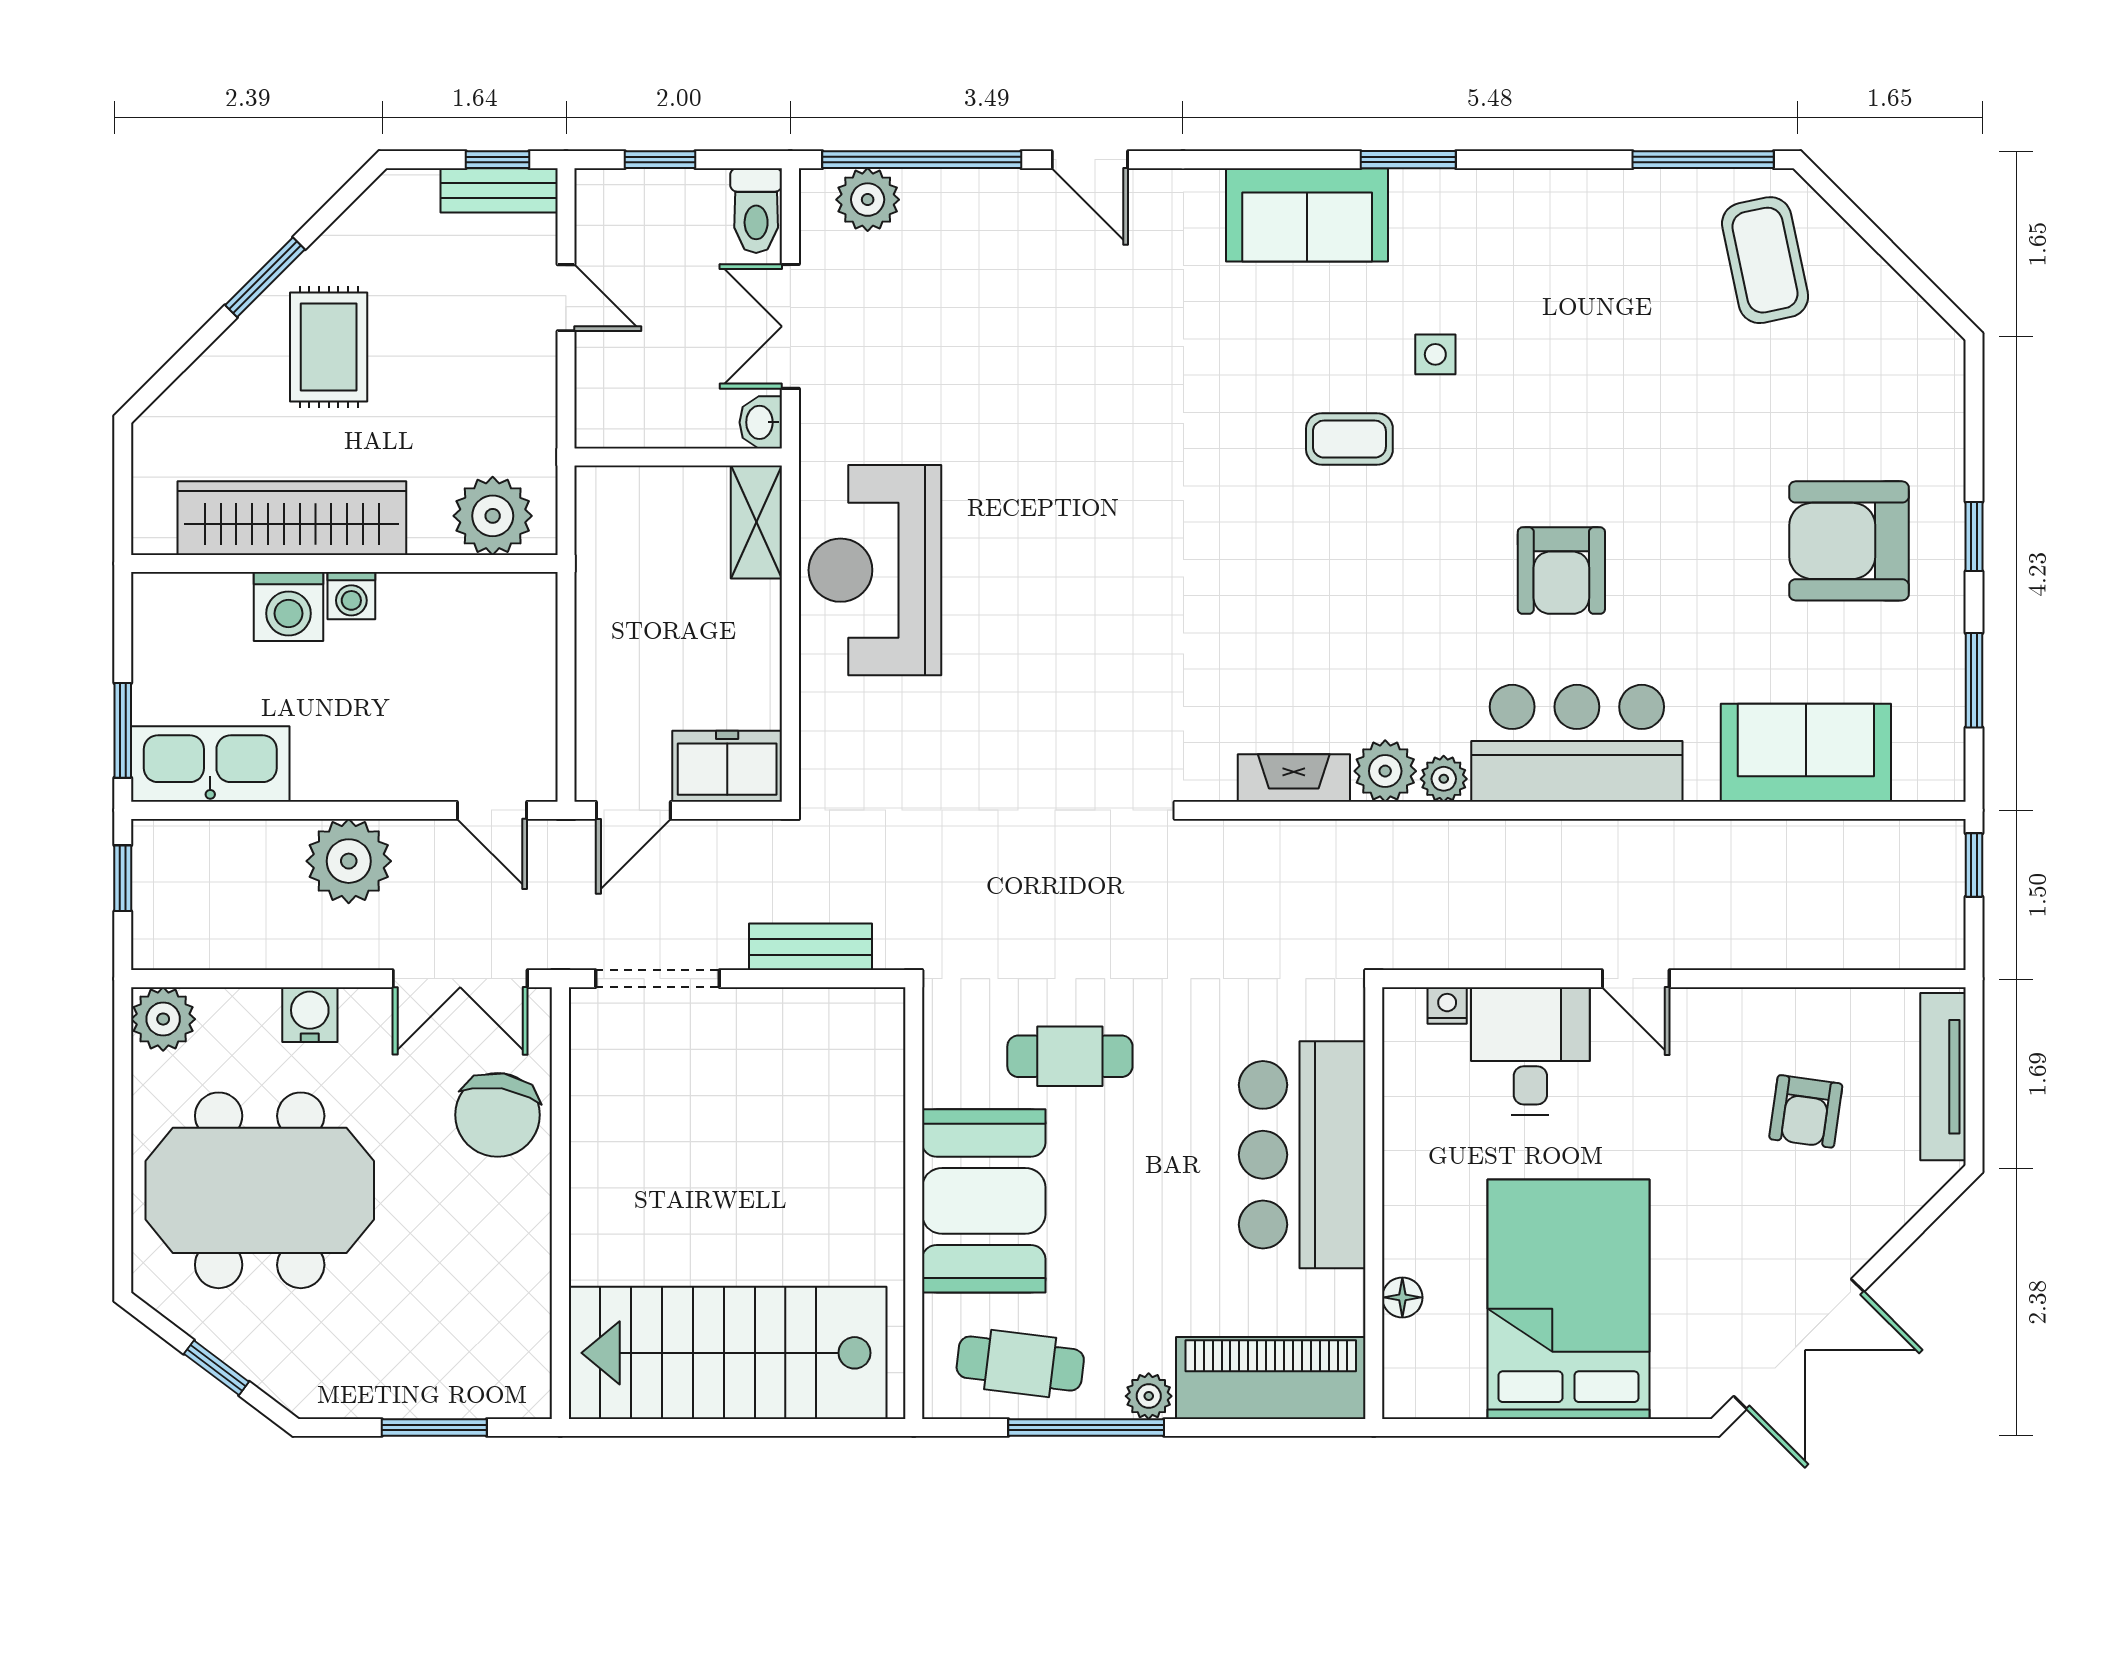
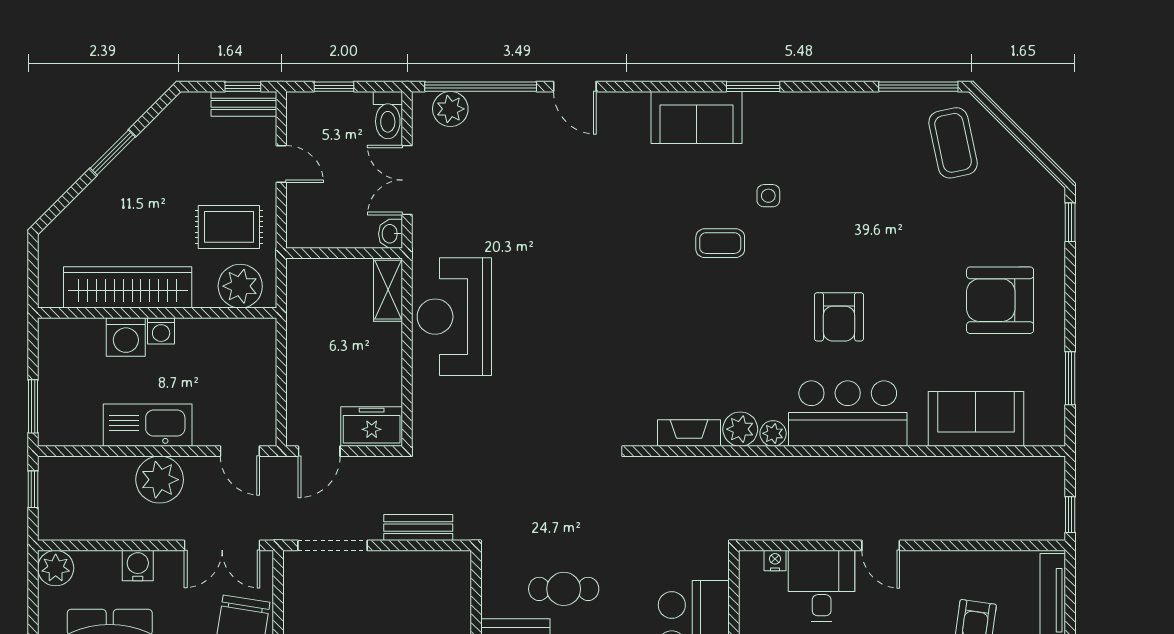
rug: (329, 347) -> (229, 227), moved, turned 90
window: (1974, 536) -> (1070, 222), moved
kitchen sink: (210, 764) -> (148, 425), moved
window: (1974, 865) -> (1070, 515), moved

